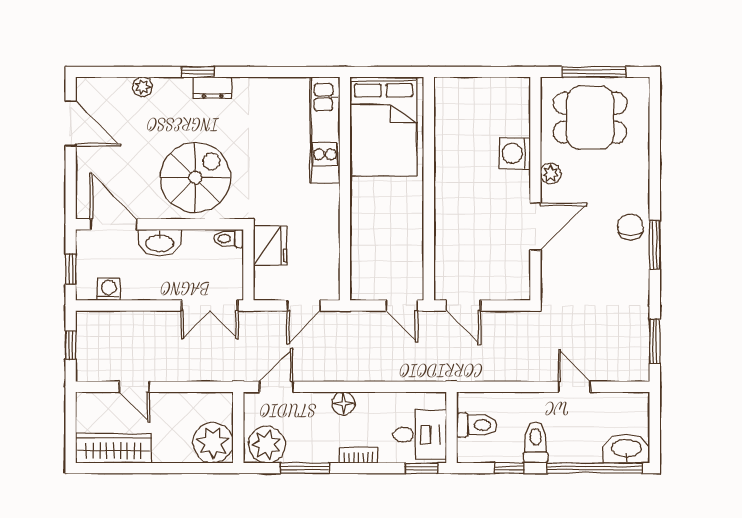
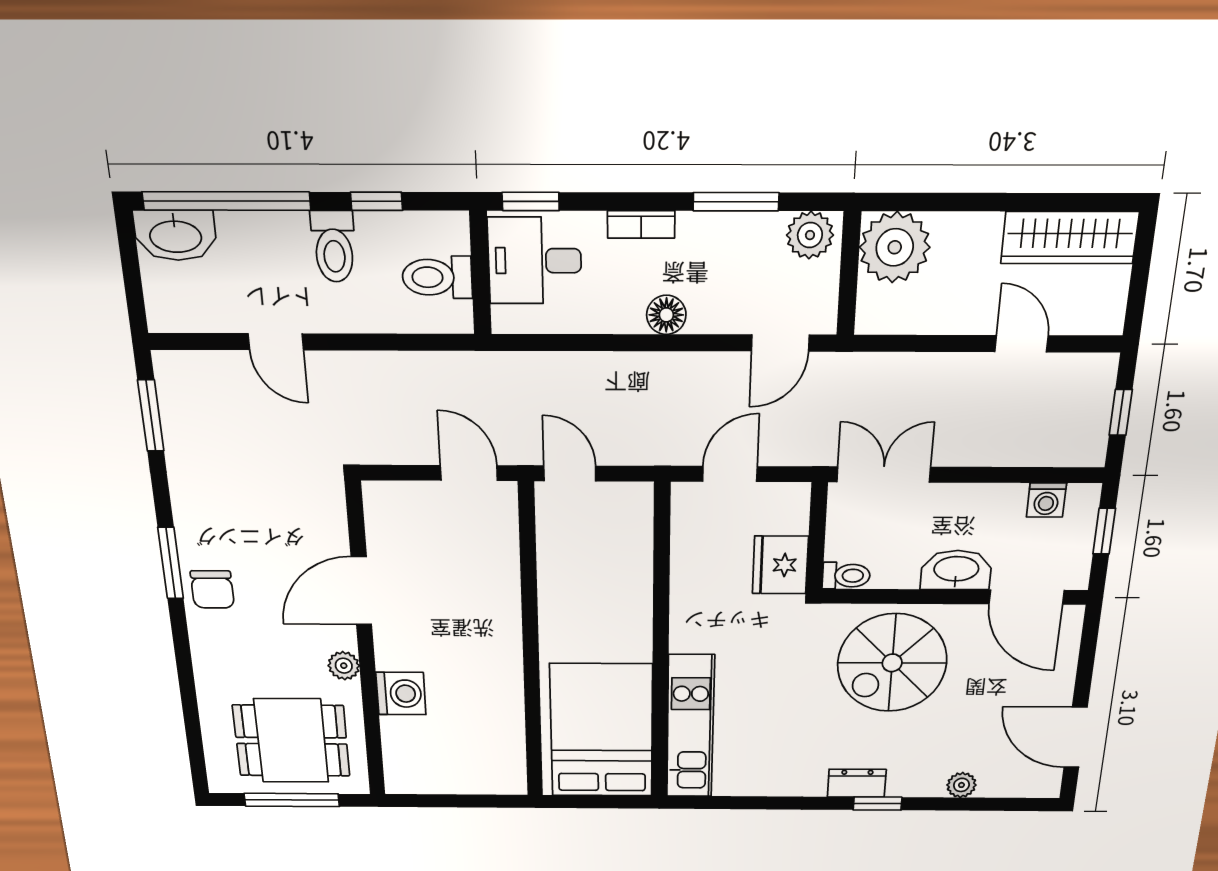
plant: (267, 445) -> (810, 235), width x0.73, depth x0.73

